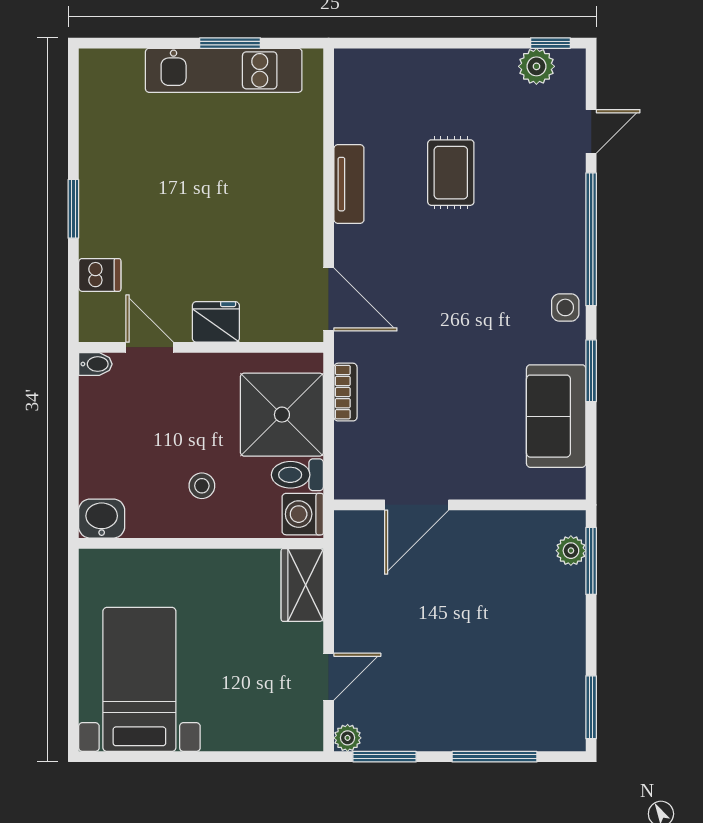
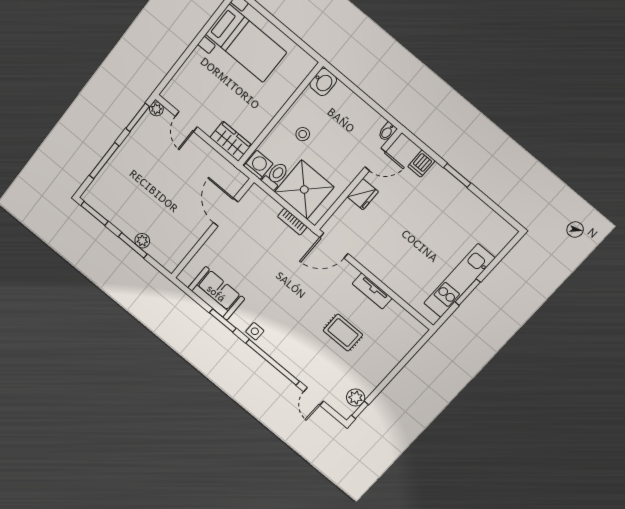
plant: (571, 551) -> (142, 241), moved
window: (591, 561) -> (133, 245), moved

